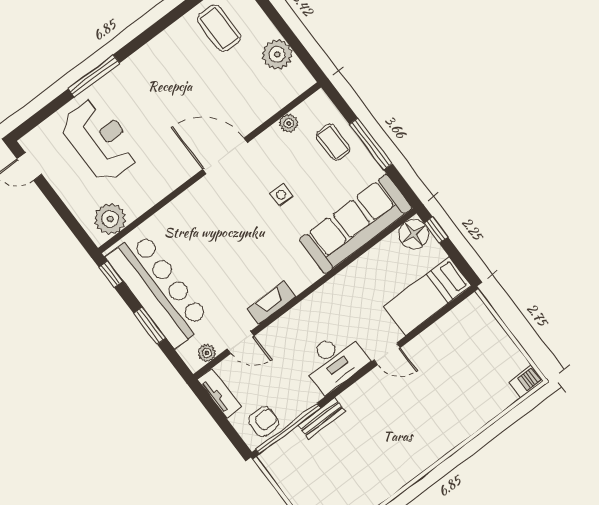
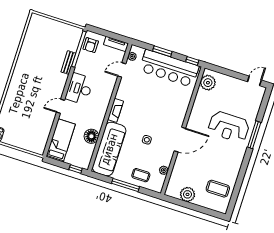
reception desk: (100, 140) -> (229, 127), moved
floor lamp: (414, 234) -> (91, 136), moved
fireplace: (271, 303) -> (116, 110), moved

